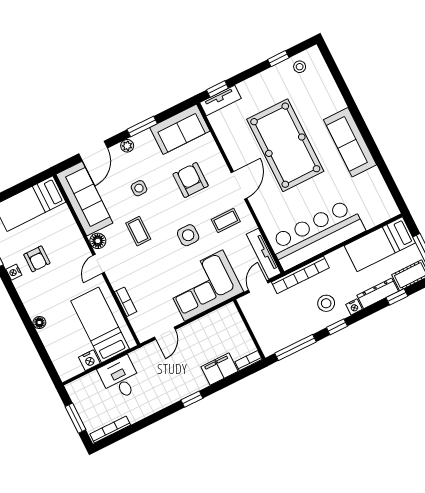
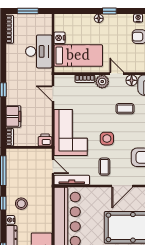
door: (239, 185) -> (122, 186), hinge flipped
bookcase: (300, 275) -> (47, 196), removed
plant: (118, 278) -> (102, 82), added
window: (23, 313) -> (109, 11), added
printer: (230, 314) -> (45, 140), added
desk: (120, 378) -> (39, 51), width x1.37

